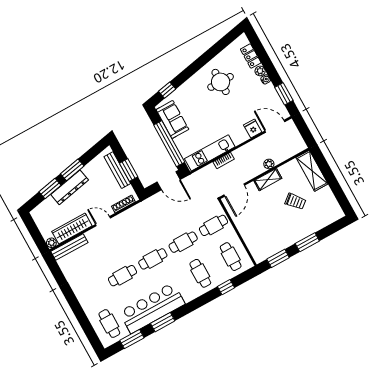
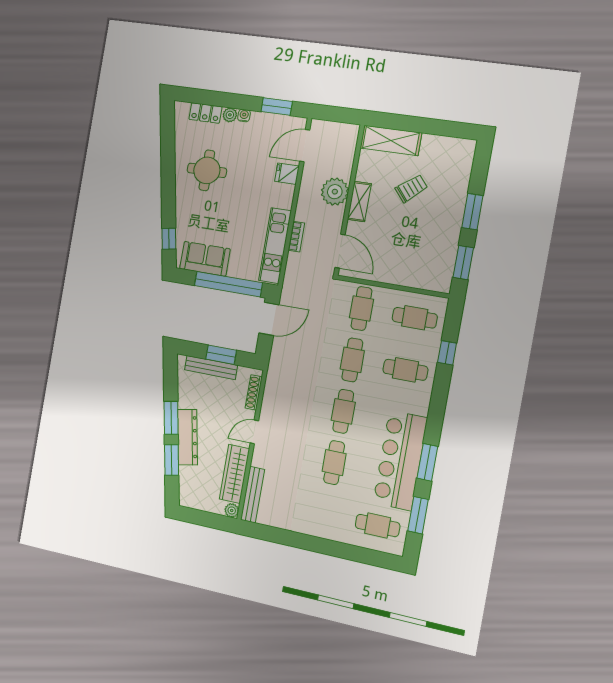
plant: (269, 164) -> (335, 192), width x1.88, depth x1.88

